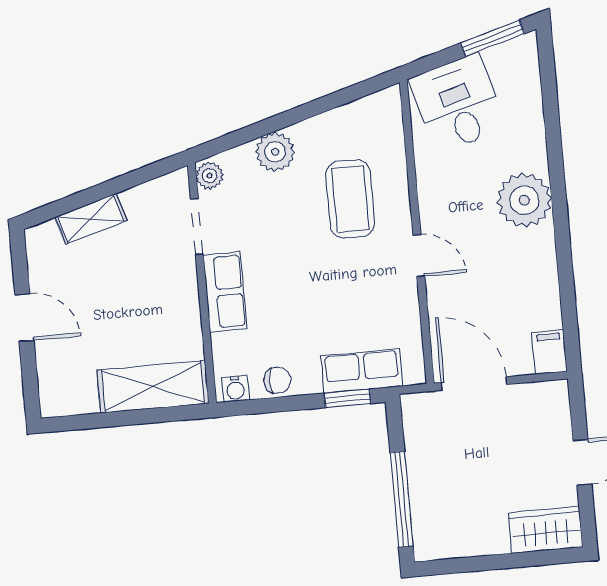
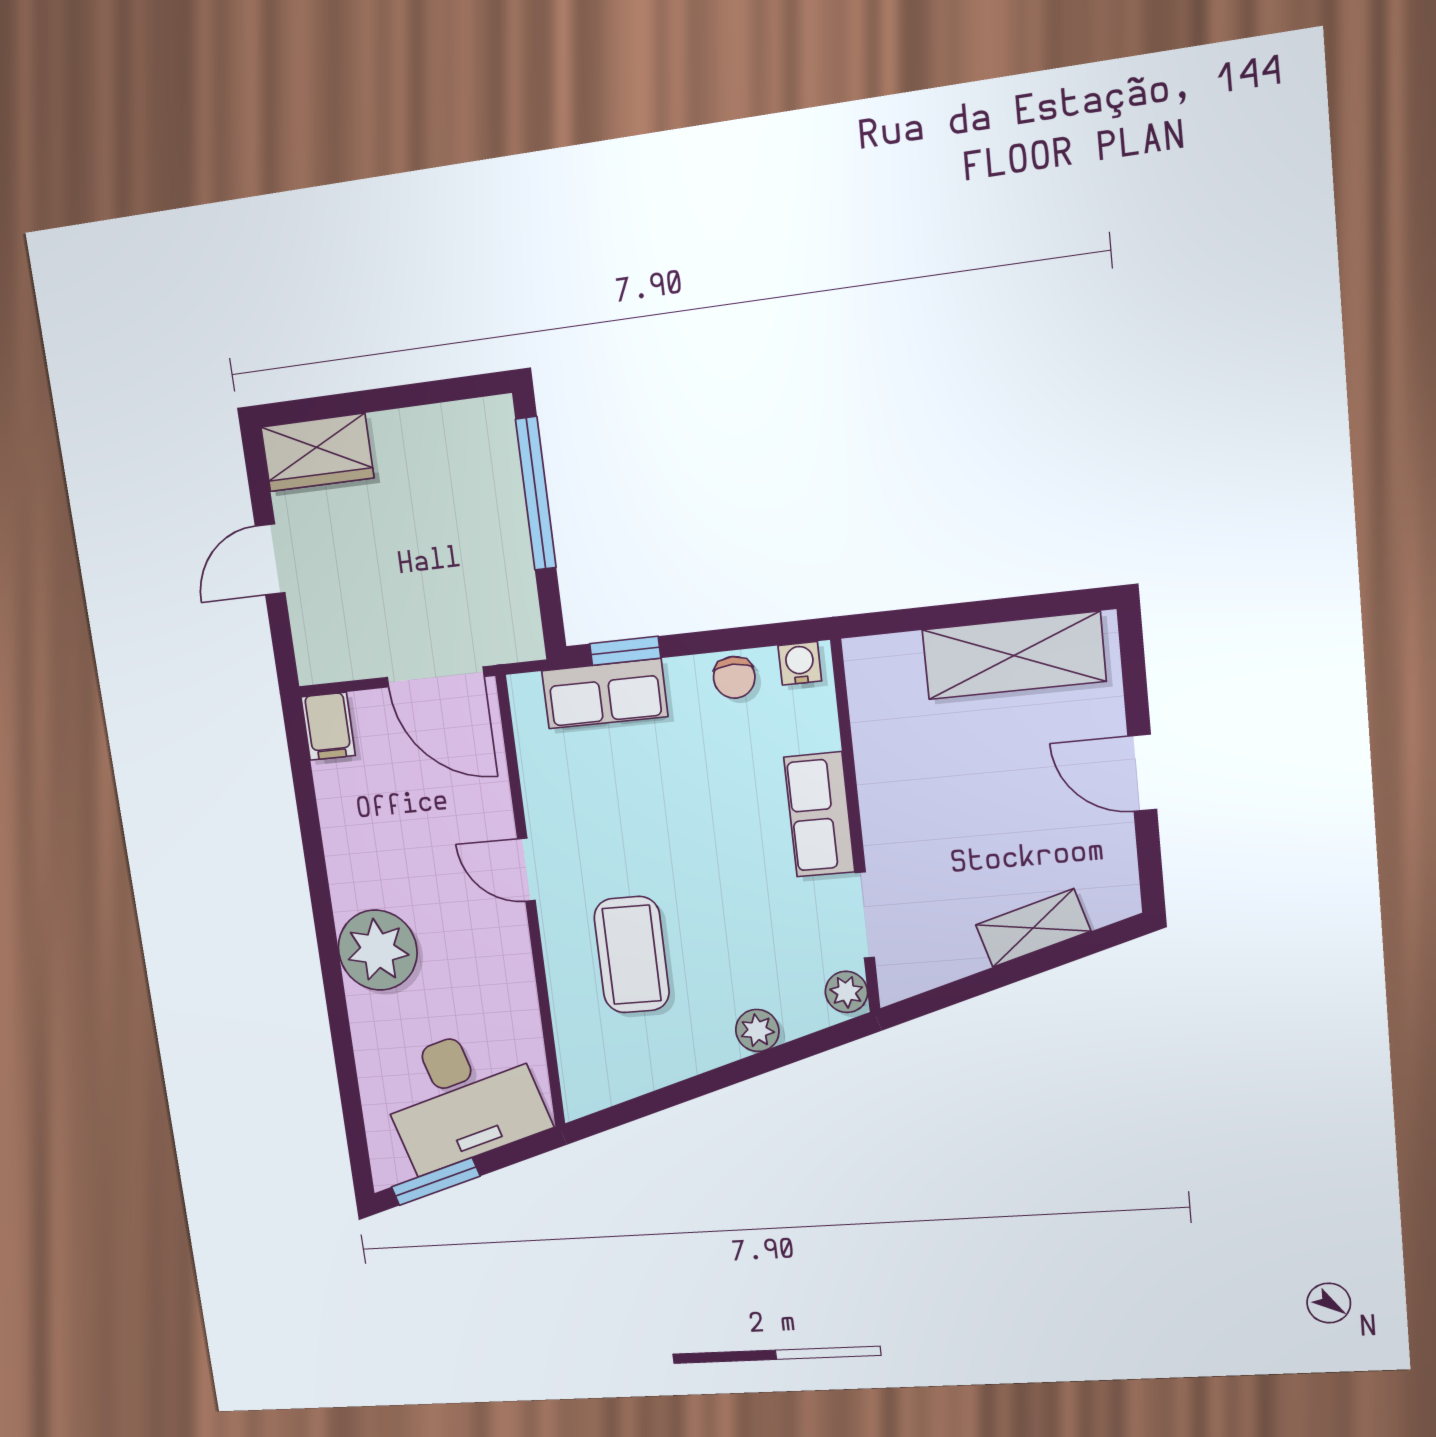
desk: (458, 103) -> (461, 1098), width x1.37
plant: (275, 152) -> (757, 1030), width x0.73, depth x0.73
chair: (277, 380) -> (734, 677), turned -90
shelving: (153, 387) -> (1014, 656), moved

